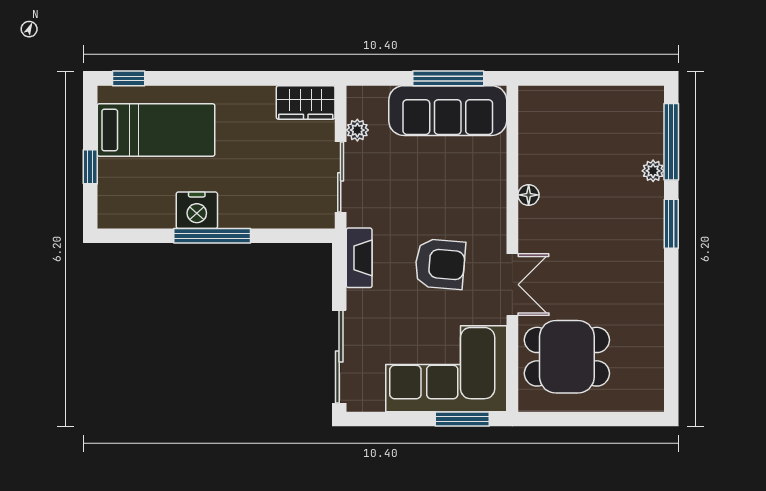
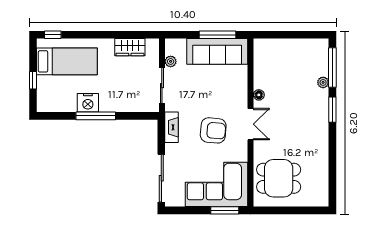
wardrobe: (306, 102) -> (130, 47), moved
double door: (512, 285) -> (250, 124), moved

